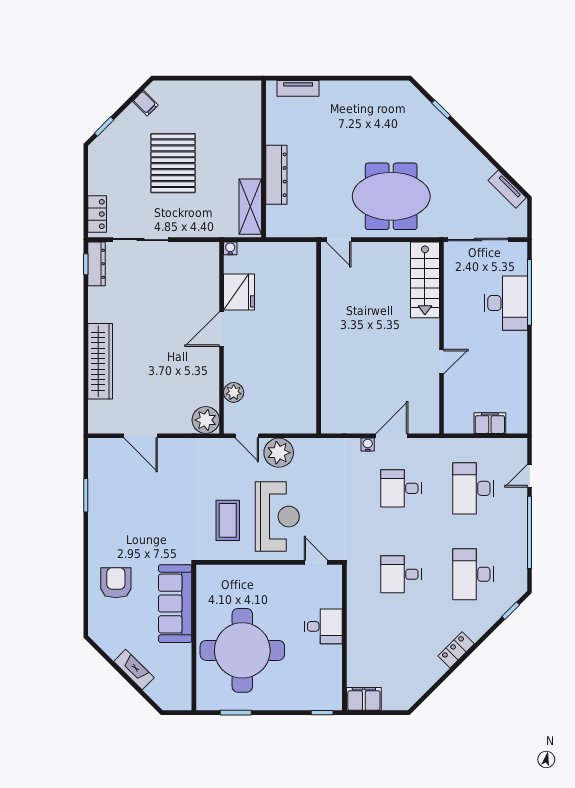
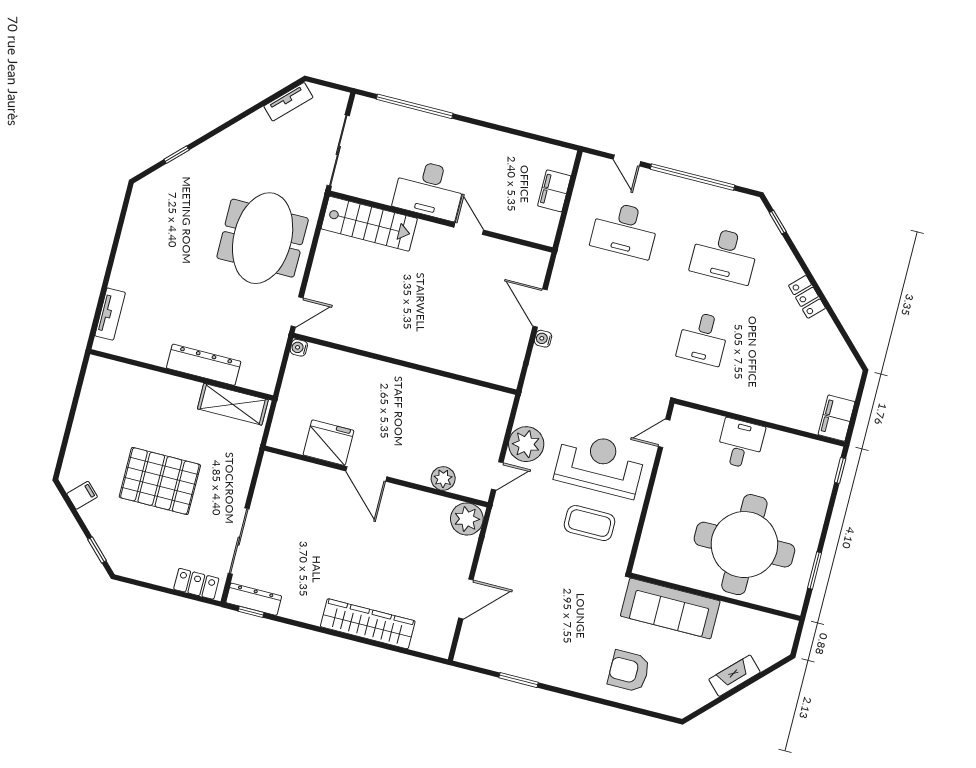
water cooler: (230, 248) -> (299, 348), moved
desk: (506, 303) -> (429, 189), moved, turned 180
desk: (401, 488) -> (604, 313), removed

